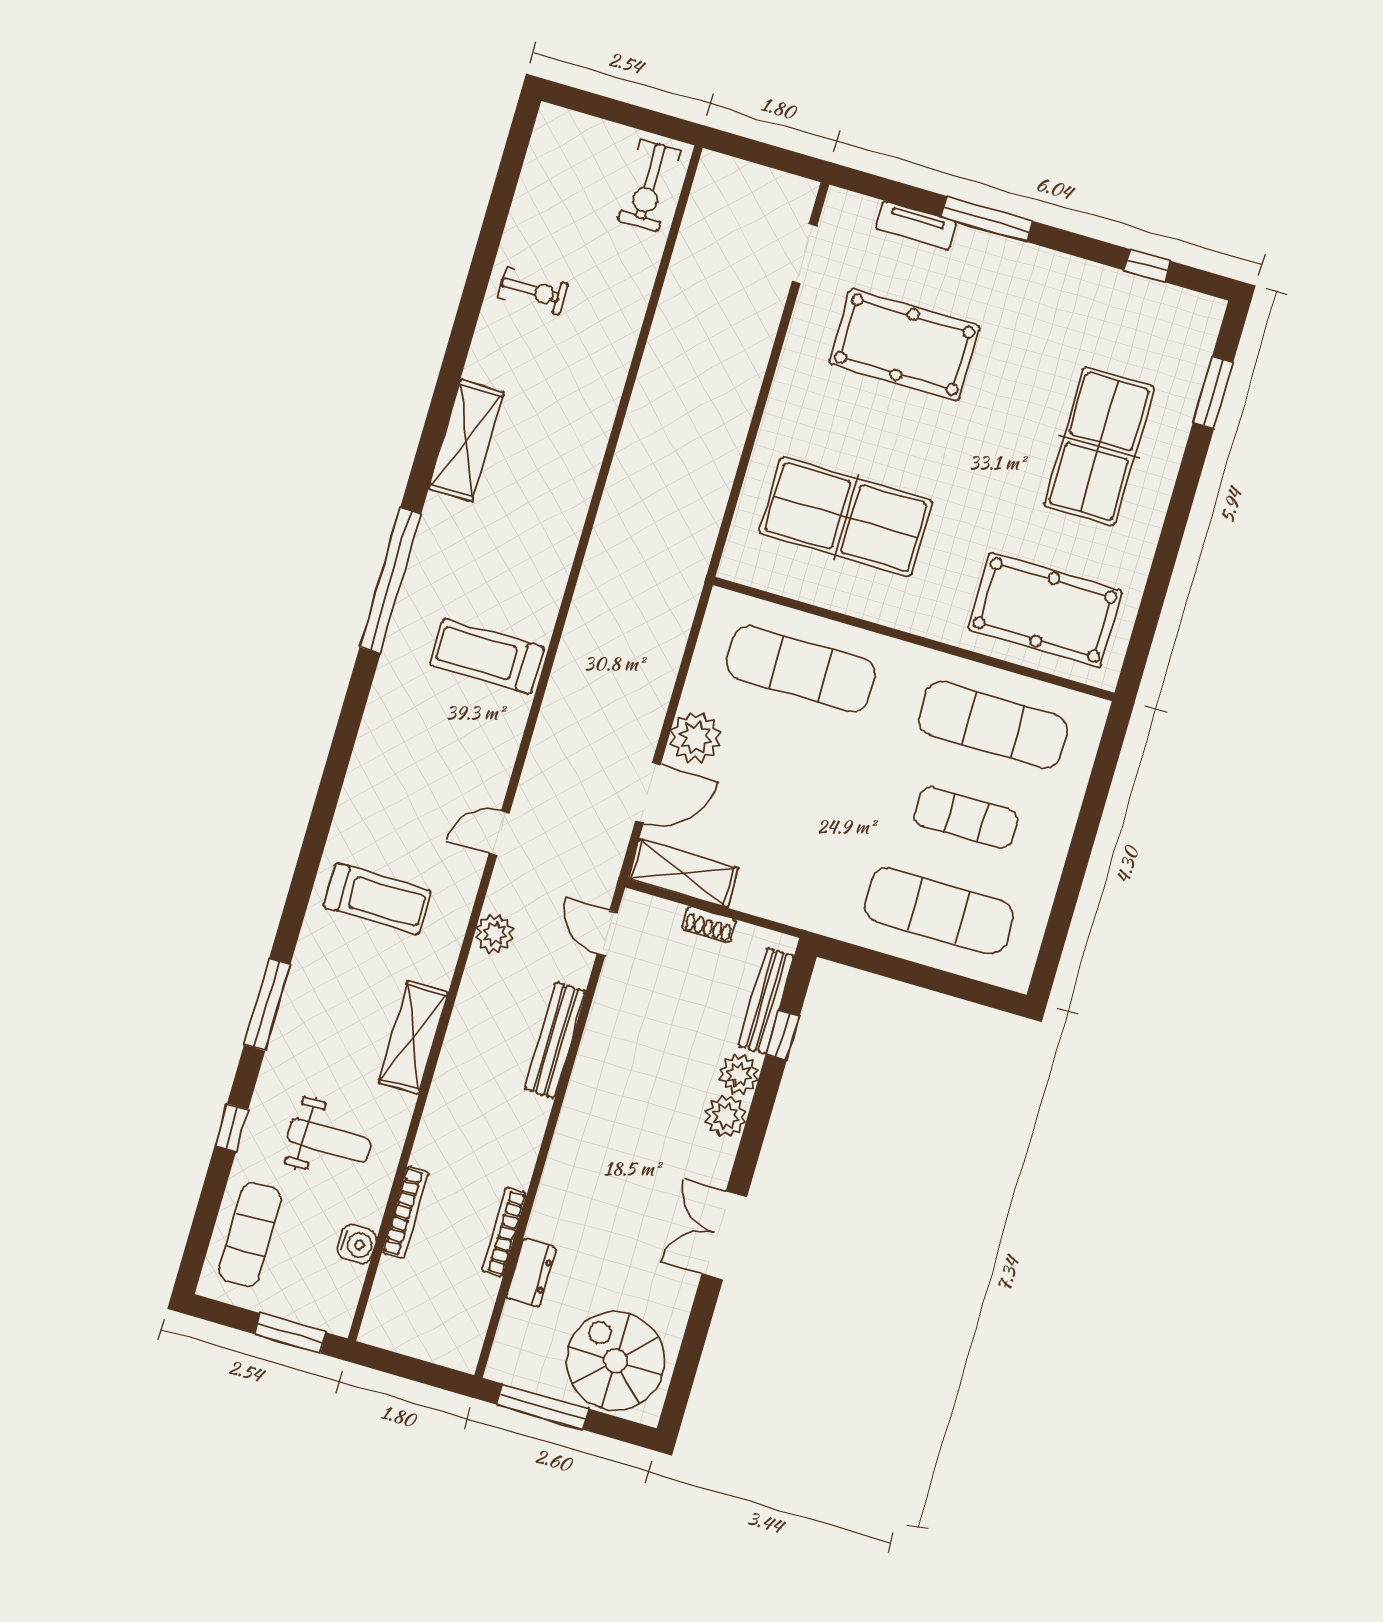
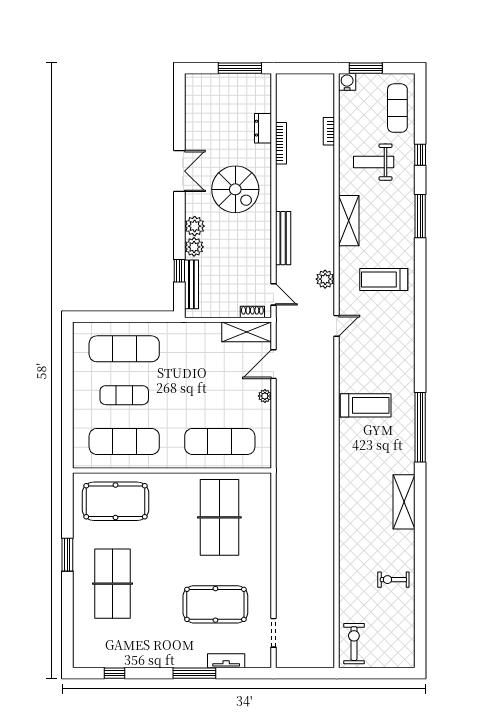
window: (1213, 392) -> (67, 555), moved
table tennis table: (846, 517) -> (219, 517), turned 90
plant: (695, 737) -> (265, 396), width x0.53, depth x0.53
shoe rack: (709, 924) -> (252, 312), moved
bookcase: (406, 1212) -> (329, 131), width x0.64
water cooler: (357, 1244) -> (347, 82), moved, turned 90
spiral stairs: (615, 1361) -> (235, 189), moved

